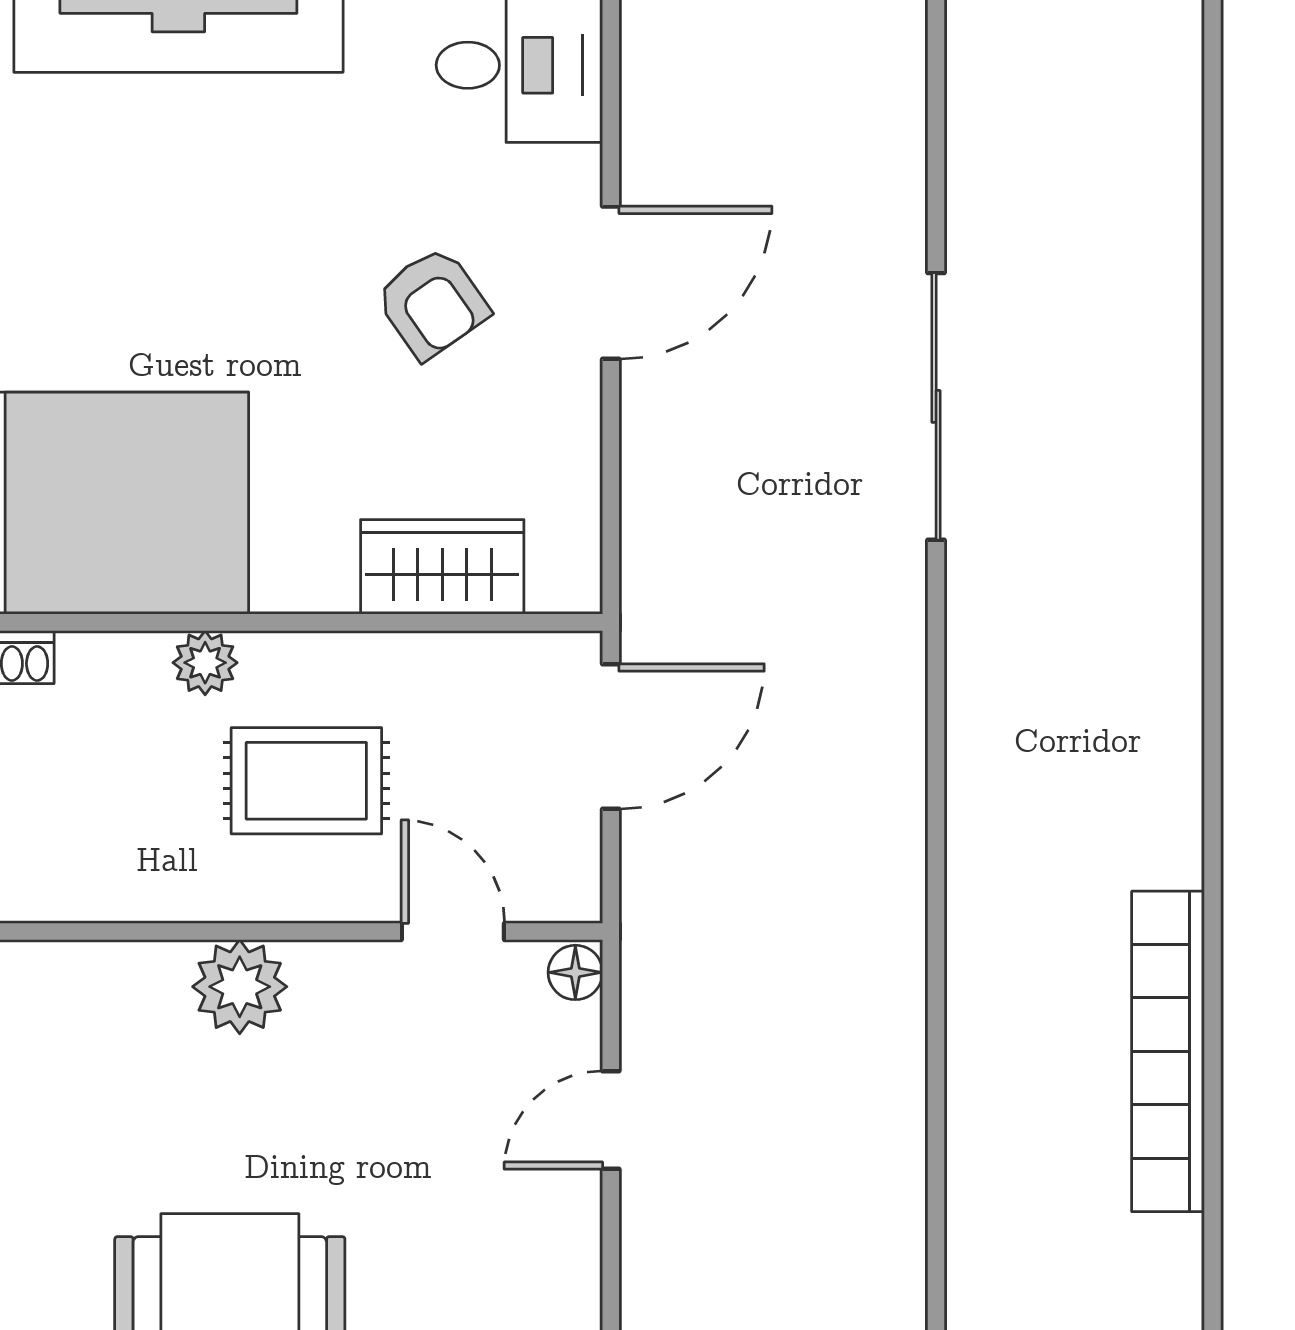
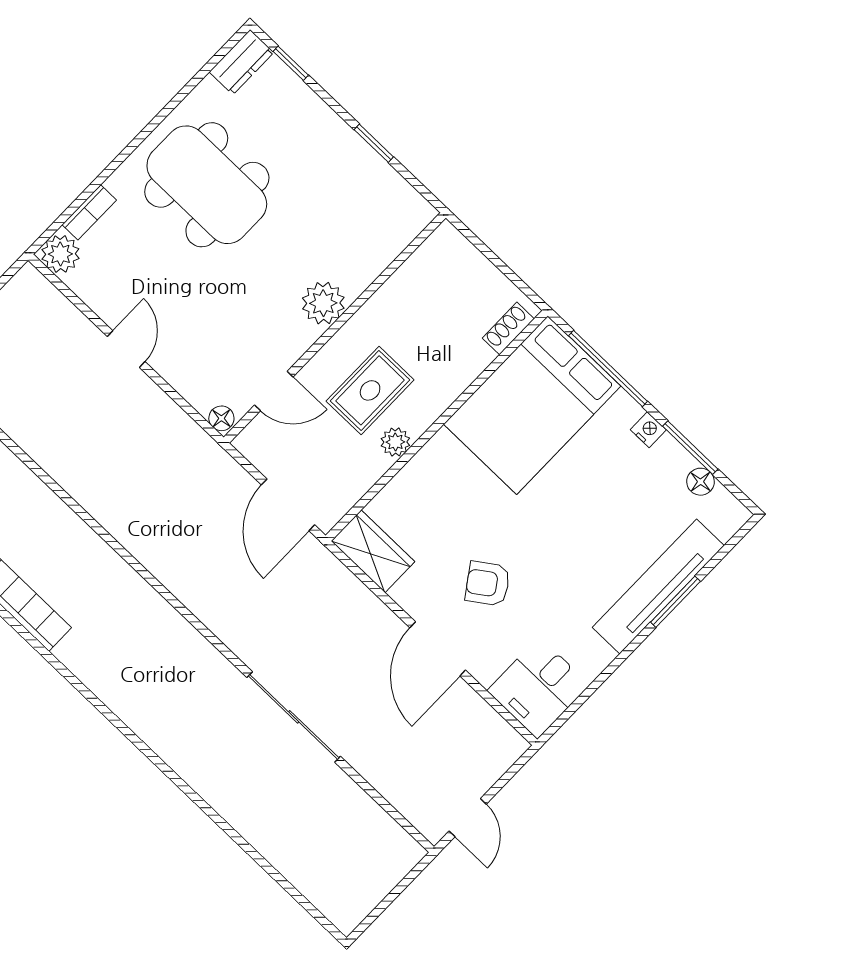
wardrobe: (442, 567) -> (373, 551), moved, turned -90
plant: (205, 663) -> (395, 442), moved
door: (611, 1120) -> (126, 349), moved

